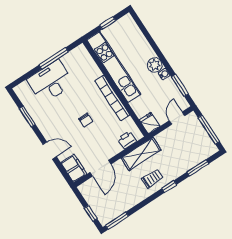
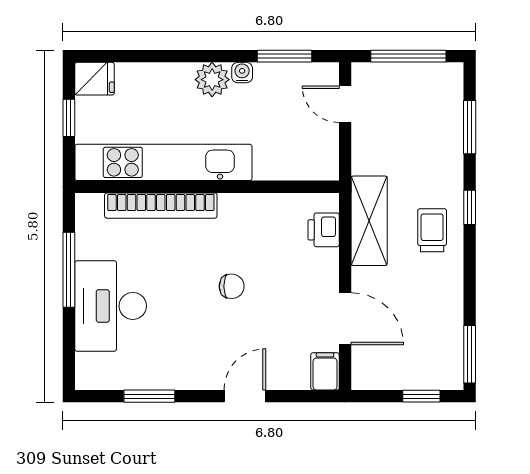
bookcase: (112, 98) -> (161, 206), moved
fridge: (150, 123) -> (95, 79), moved, turned 180
filing cabinet: (74, 168) -> (325, 371), width x0.50

